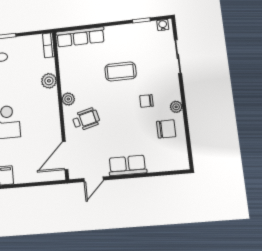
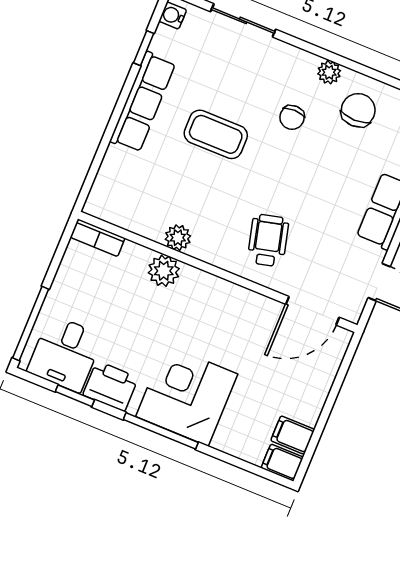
row of seats: (80, 37) -> (143, 102), moved
coffee table: (121, 71) -> (216, 134), turned 90
plant: (68, 99) -> (178, 238), moved
door: (65, 156) -> (312, 311), hinge flipped

